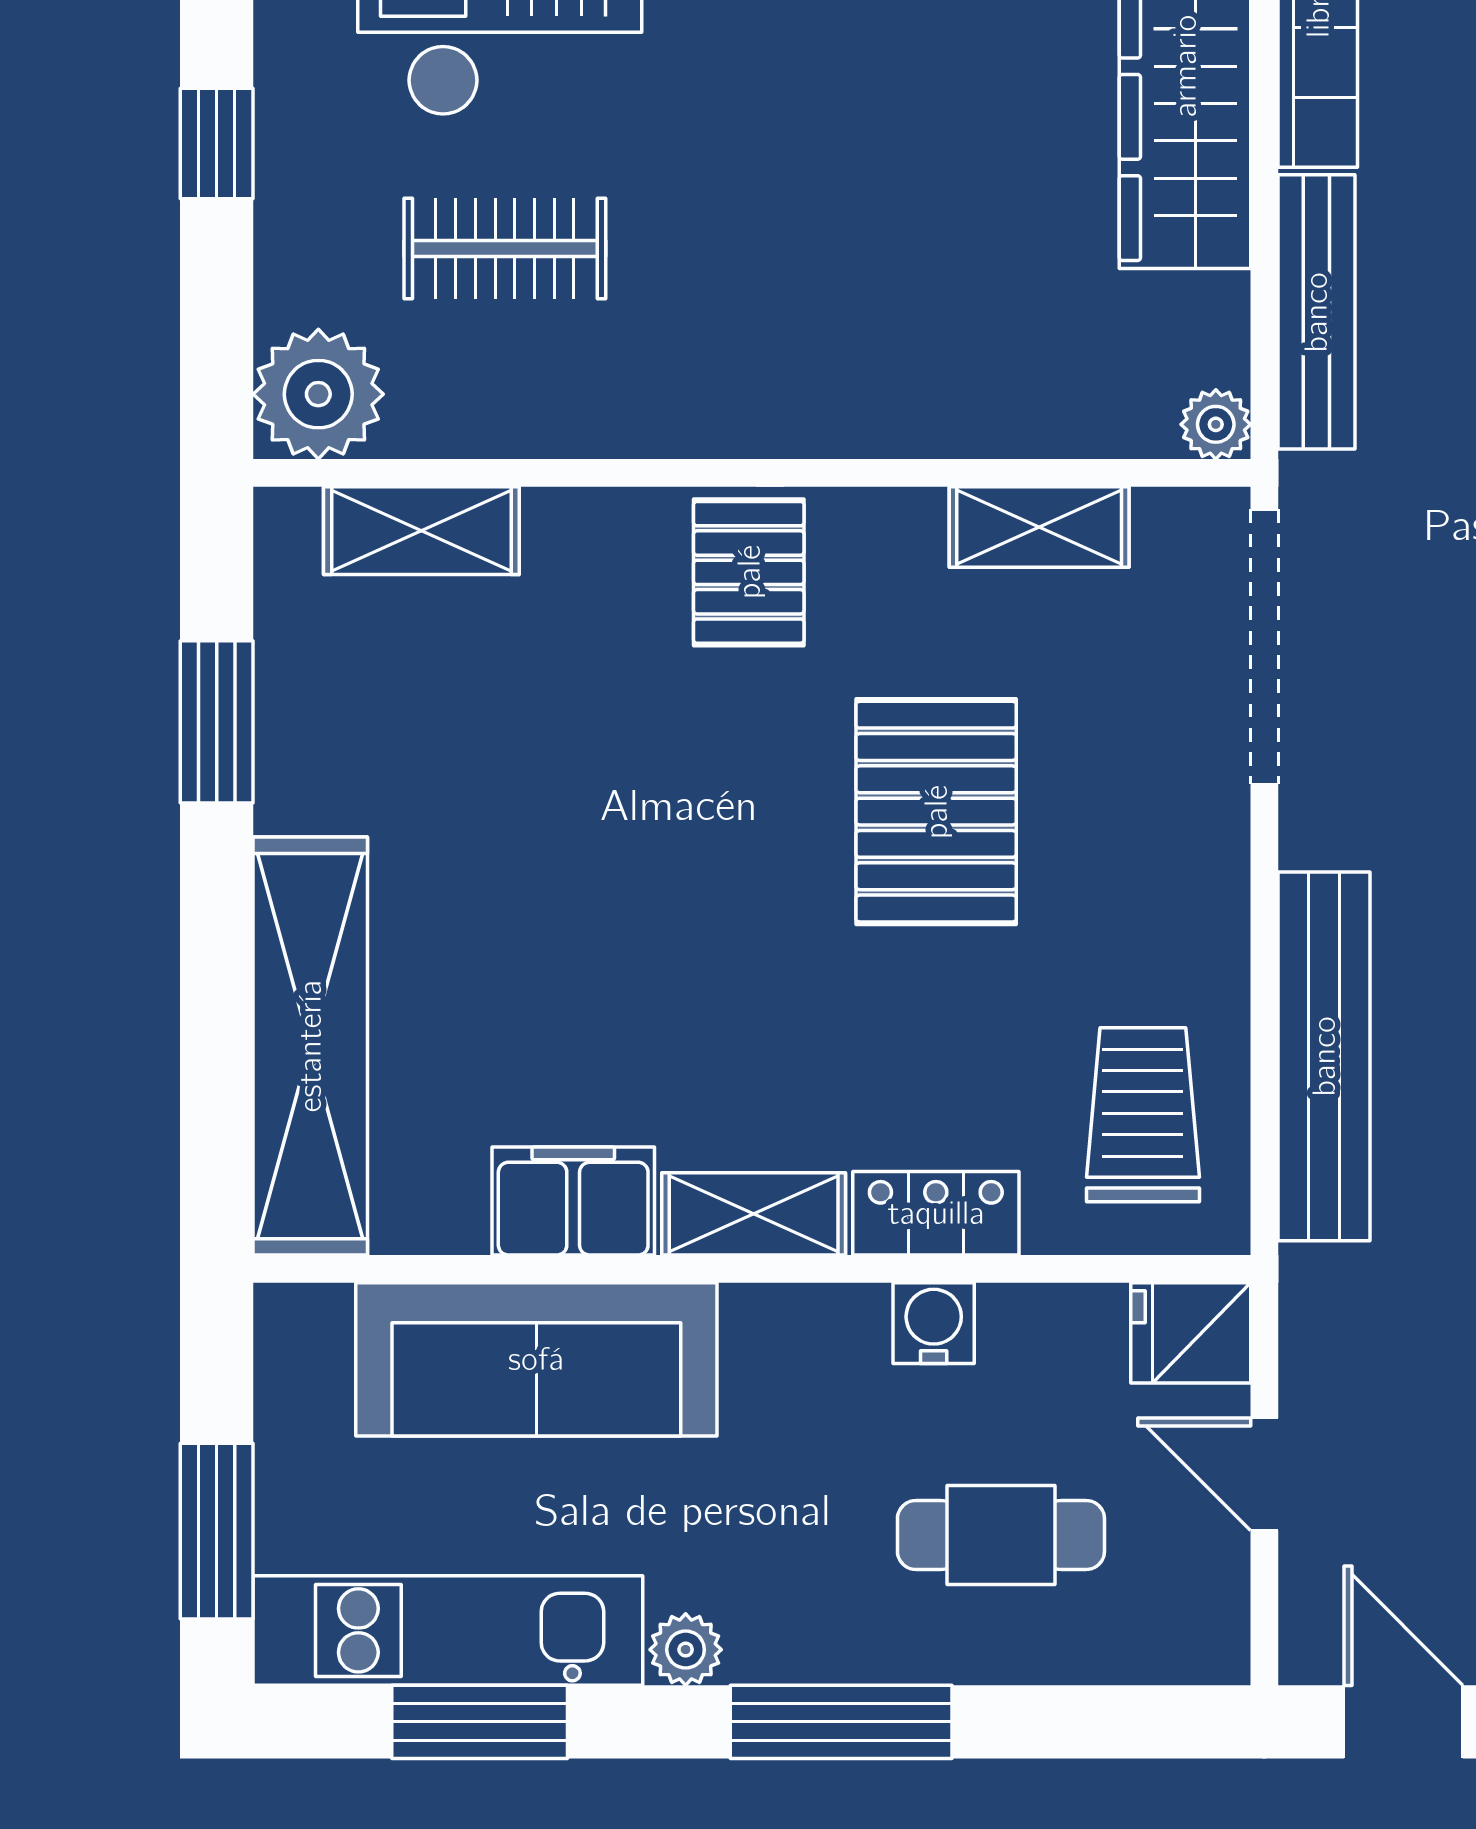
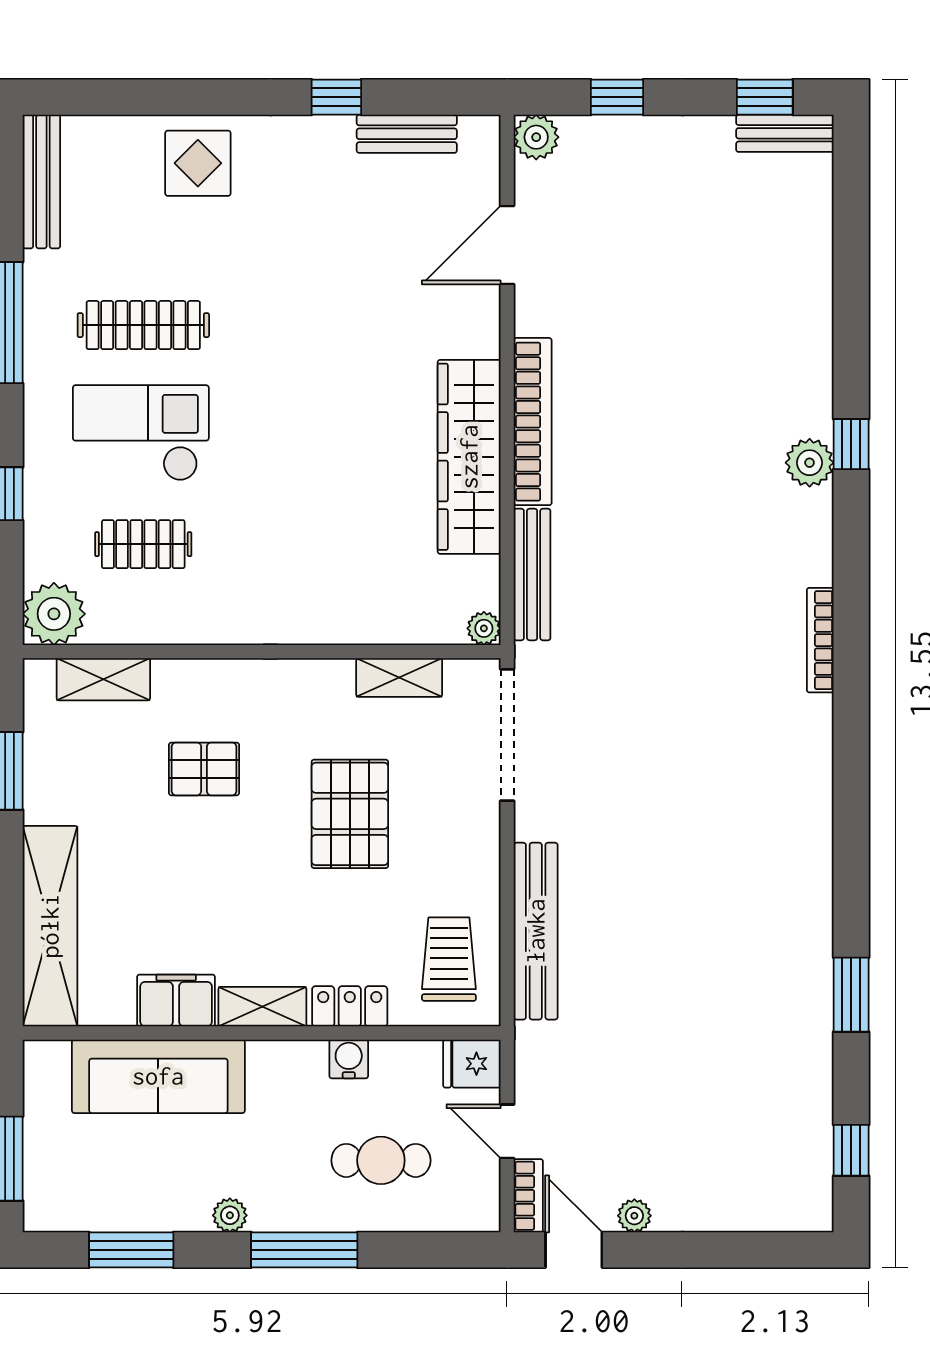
pallet: (749, 572) -> (204, 769), moved, turned 90
bookcase: (1309, 1609) -> (528, 1196), added
kitchen unit: (448, 1630) -> (116, 1206), removed

